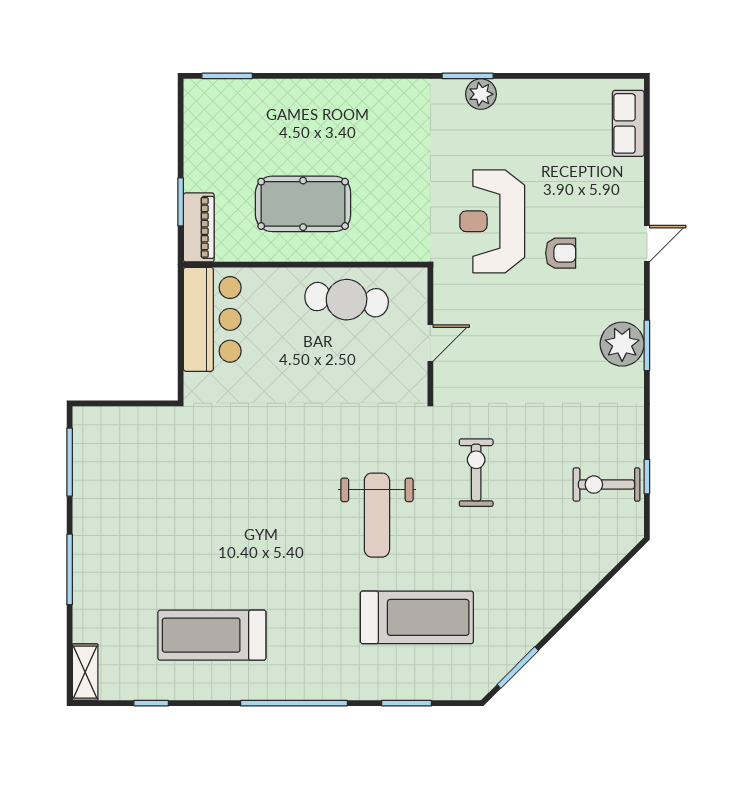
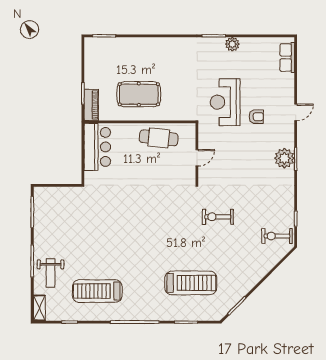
plant: (481, 94) -> (232, 44), moved
exercise bike: (476, 473) -> (218, 217), turned -90
exercise bike: (607, 485) -> (277, 236), moved
weight bench: (377, 515) -> (51, 273), moved, width x0.73, depth x0.75

